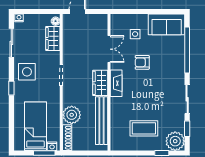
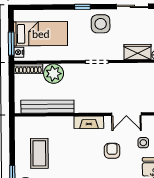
wardrobe: (100, 83) -> (89, 105), removed

